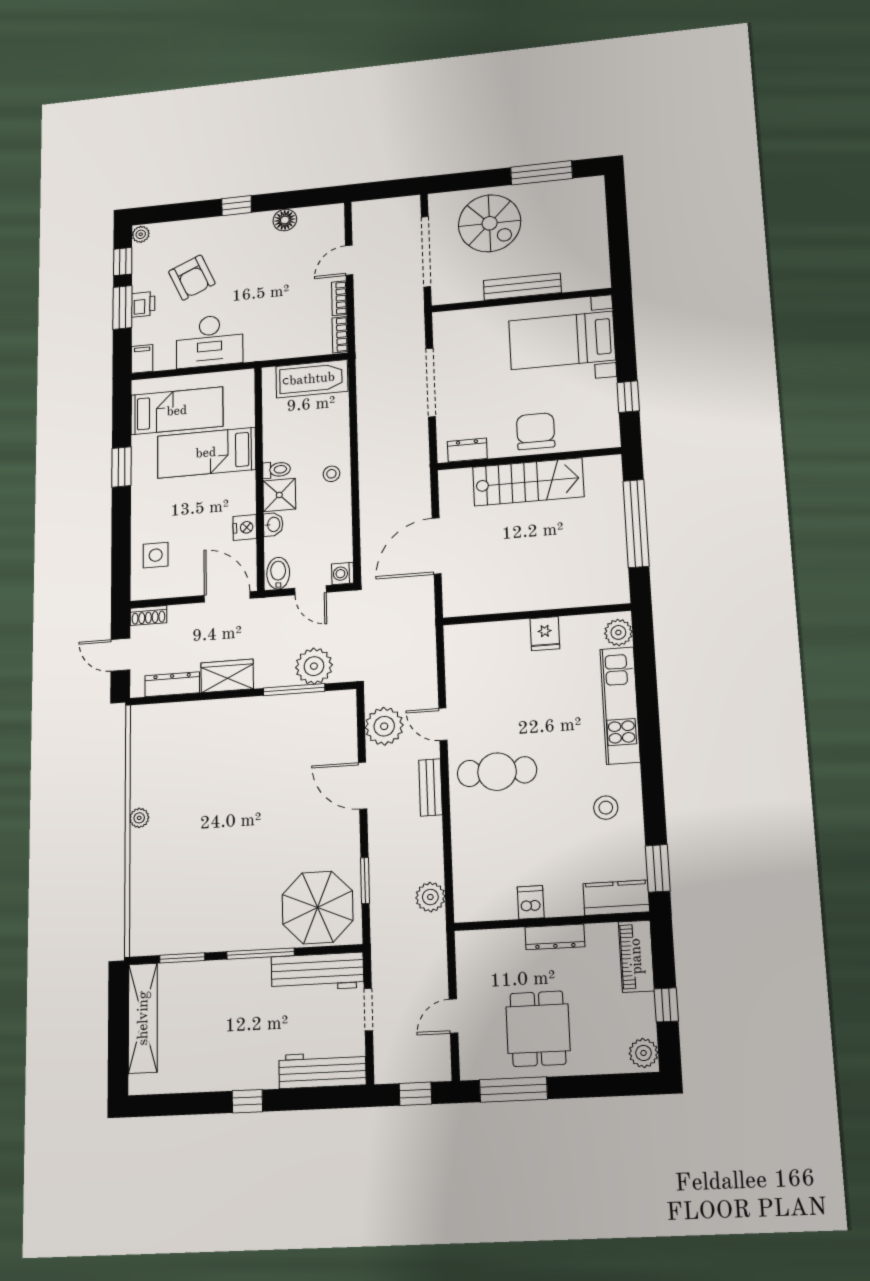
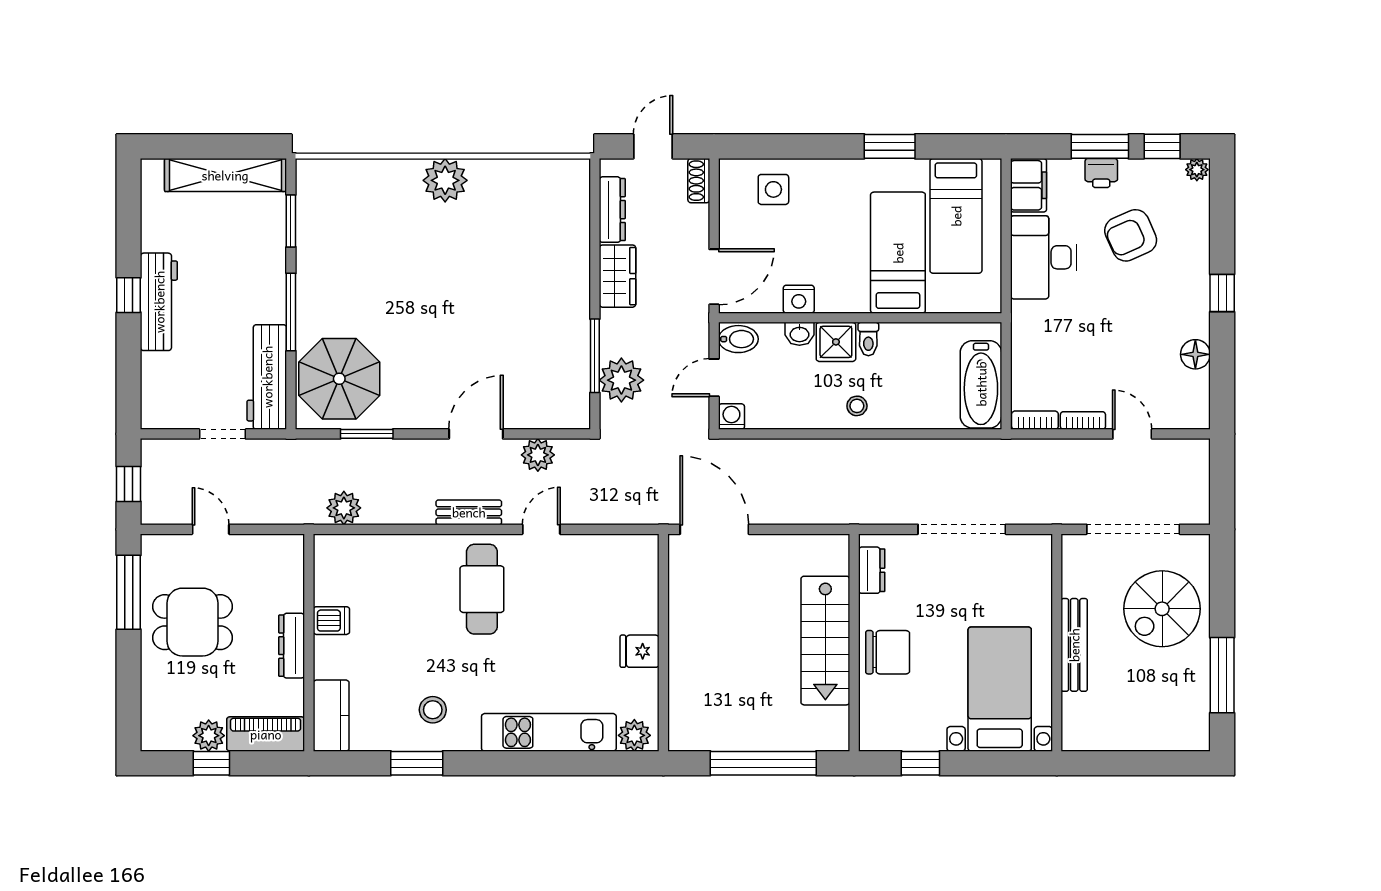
filing cabinet: (142, 359) -> (1029, 185), width x2.00
door: (437, 546) -> (714, 529), moved
plant: (384, 726) -> (538, 455), width x0.73, depth x0.73
plant: (139, 818) -> (445, 180), width x1.88, depth x1.88
window: (658, 868) -> (417, 763), moved
plant: (644, 1053) -> (209, 736), moved
workbench: (322, 1070) -> (159, 302), moved

